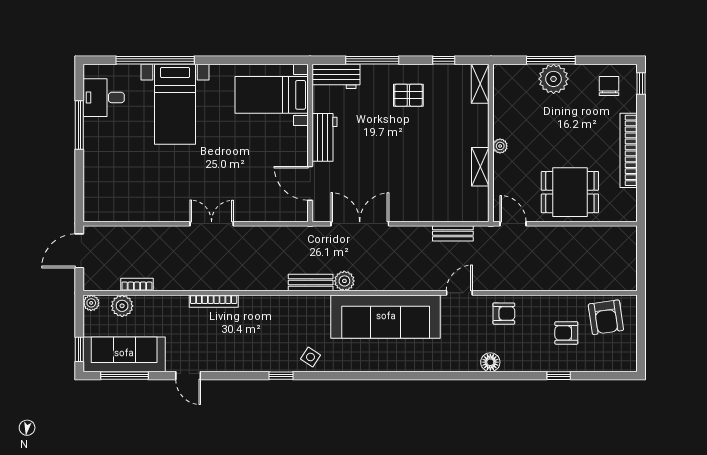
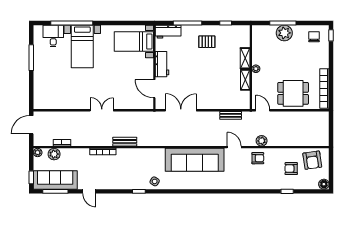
shelving: (480, 84) -> (245, 58), moved
desk: (104, 98) -> (53, 36), moved, turned 90
bookcase: (629, 150) -> (324, 89), moved
plant: (344, 281) -> (262, 141), moved
bench: (311, 283) -> (125, 142), moved
door: (459, 293) -> (234, 147), hinge flipped
floor lamp: (490, 362) -> (324, 184), moved

